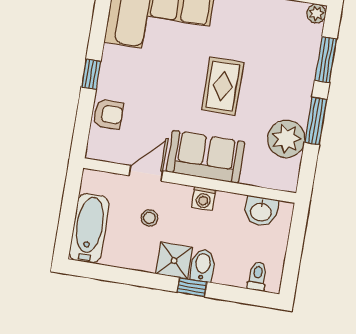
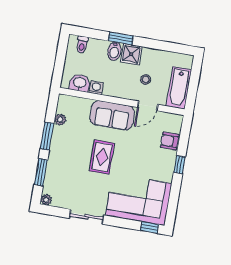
plant: (286, 139) -> (60, 120), width x0.53, depth x0.53
washing machine: (204, 199) -> (96, 88), moved
bathtub: (89, 228) -> (179, 88), moved
window: (192, 287) -> (121, 38), width x1.50

